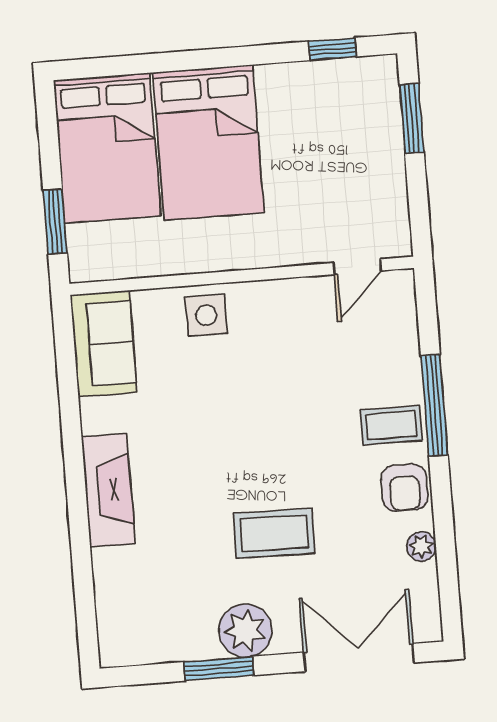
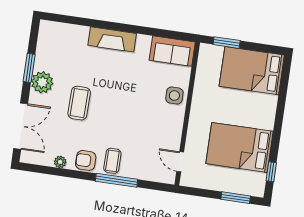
bed: (208, 142) -> (240, 147), moved

